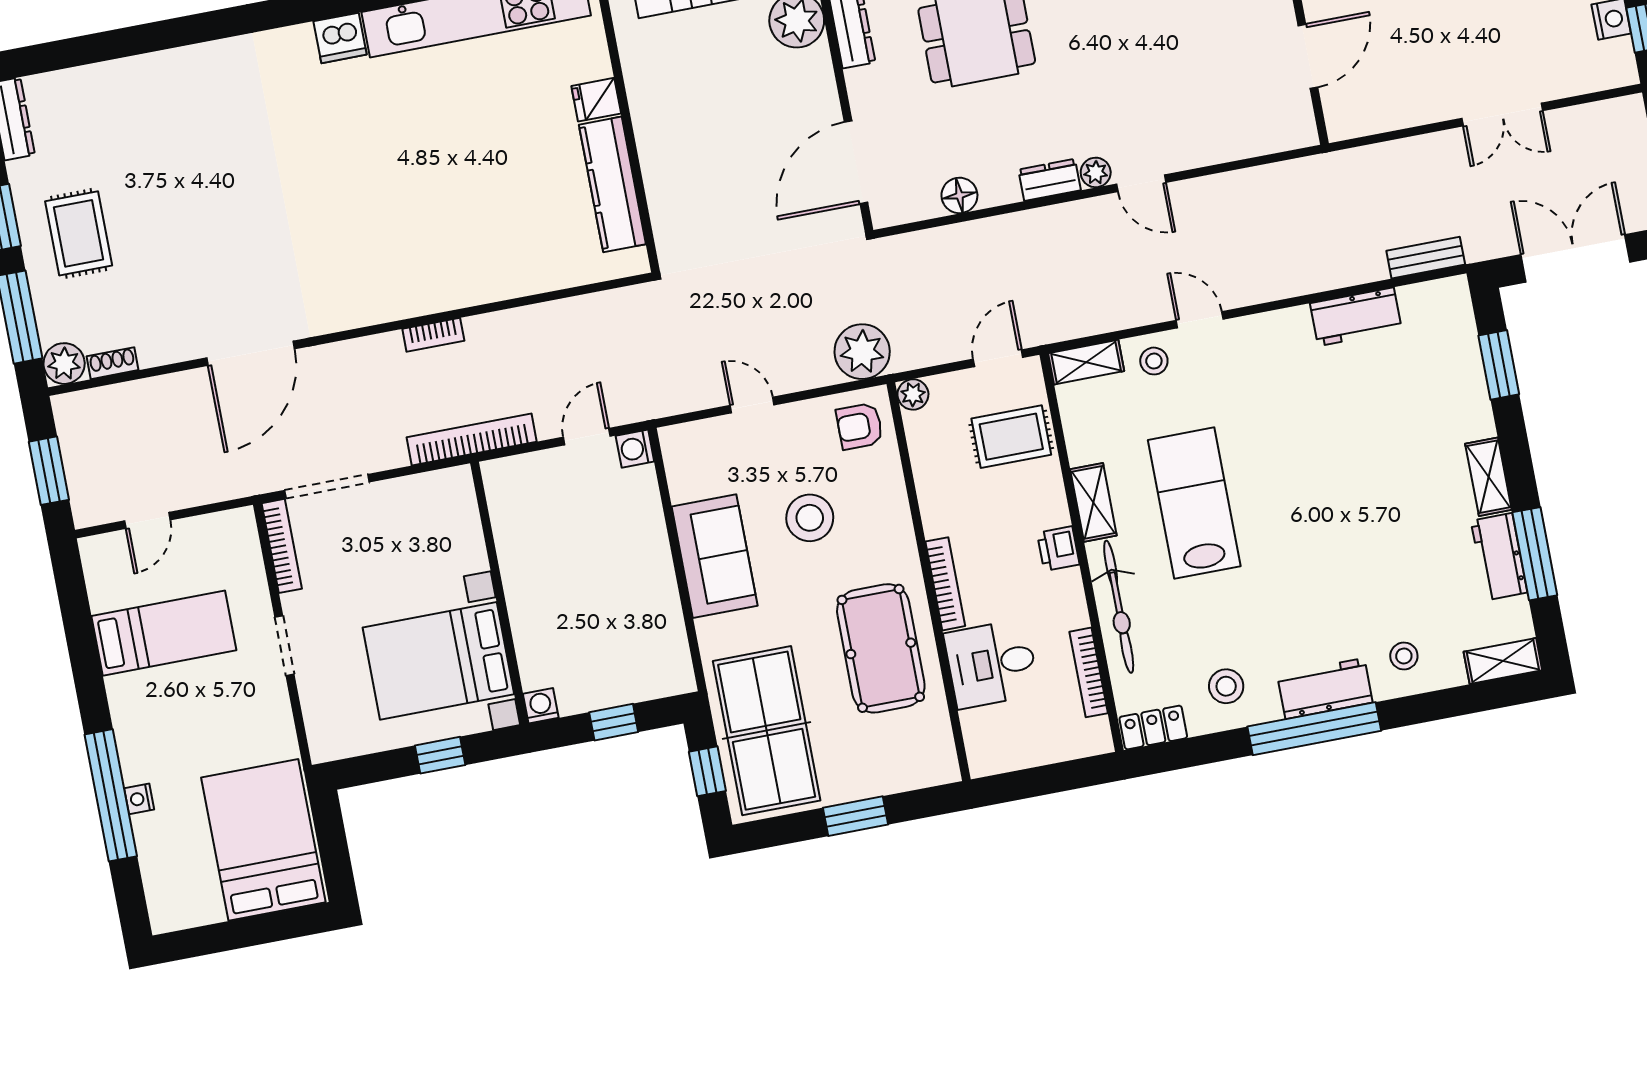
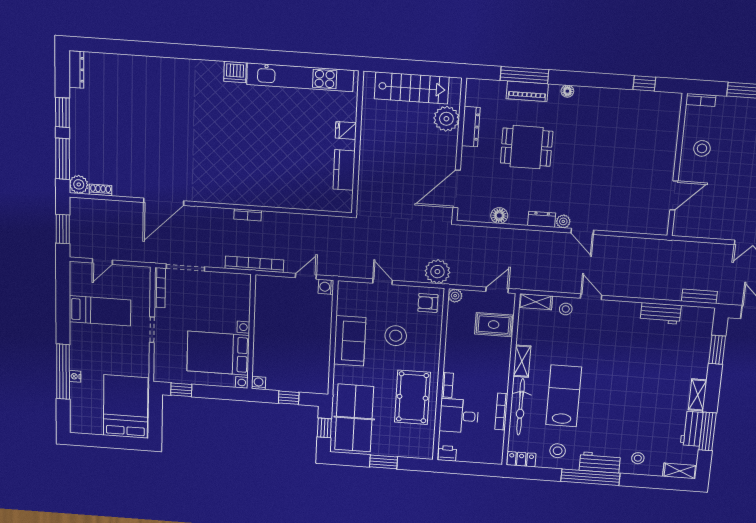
kitchen counter: (612, 184) -> (344, 170), width x0.67
rug: (79, 233) -> (97, 129), removed
lab bench: (1194, 503) -> (564, 396), moved
printer: (1058, 549) -> (447, 453), moved, turned 90
bookcase: (945, 584) -> (447, 385), width x0.64
bookcase: (1089, 672) -> (501, 412), moved
window: (440, 755) -> (181, 390), moved

